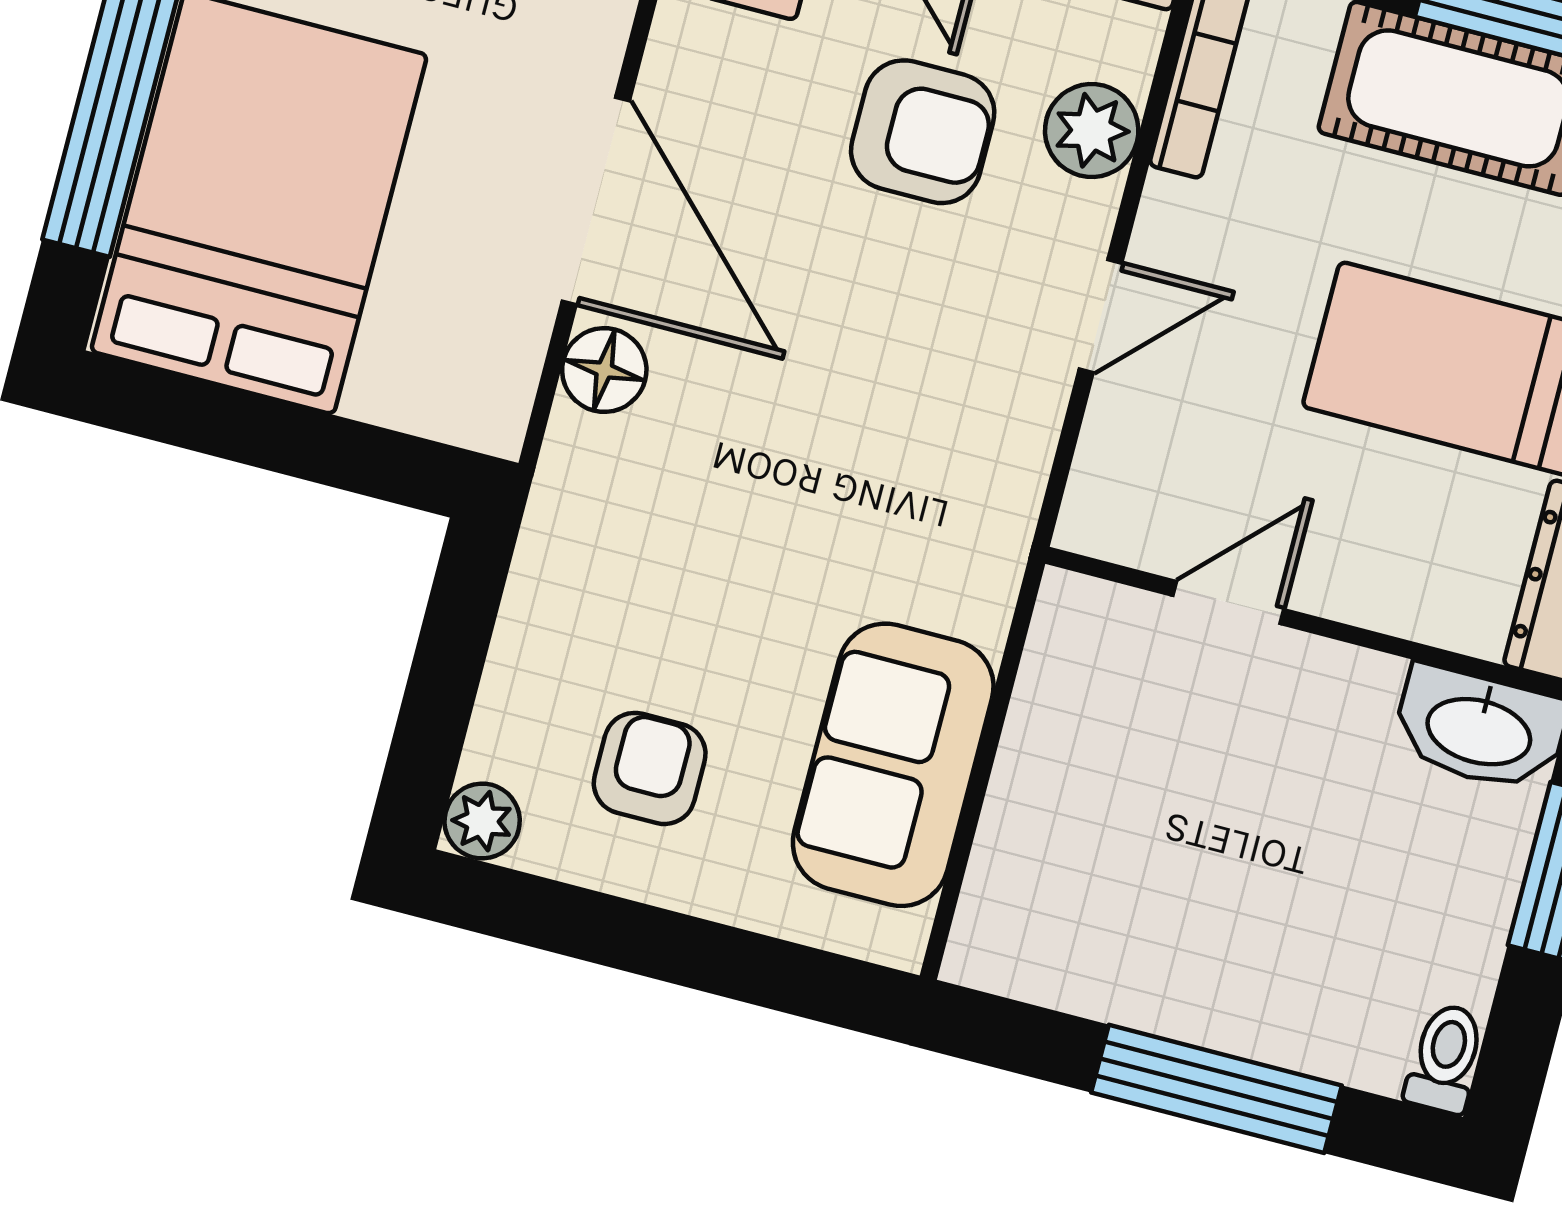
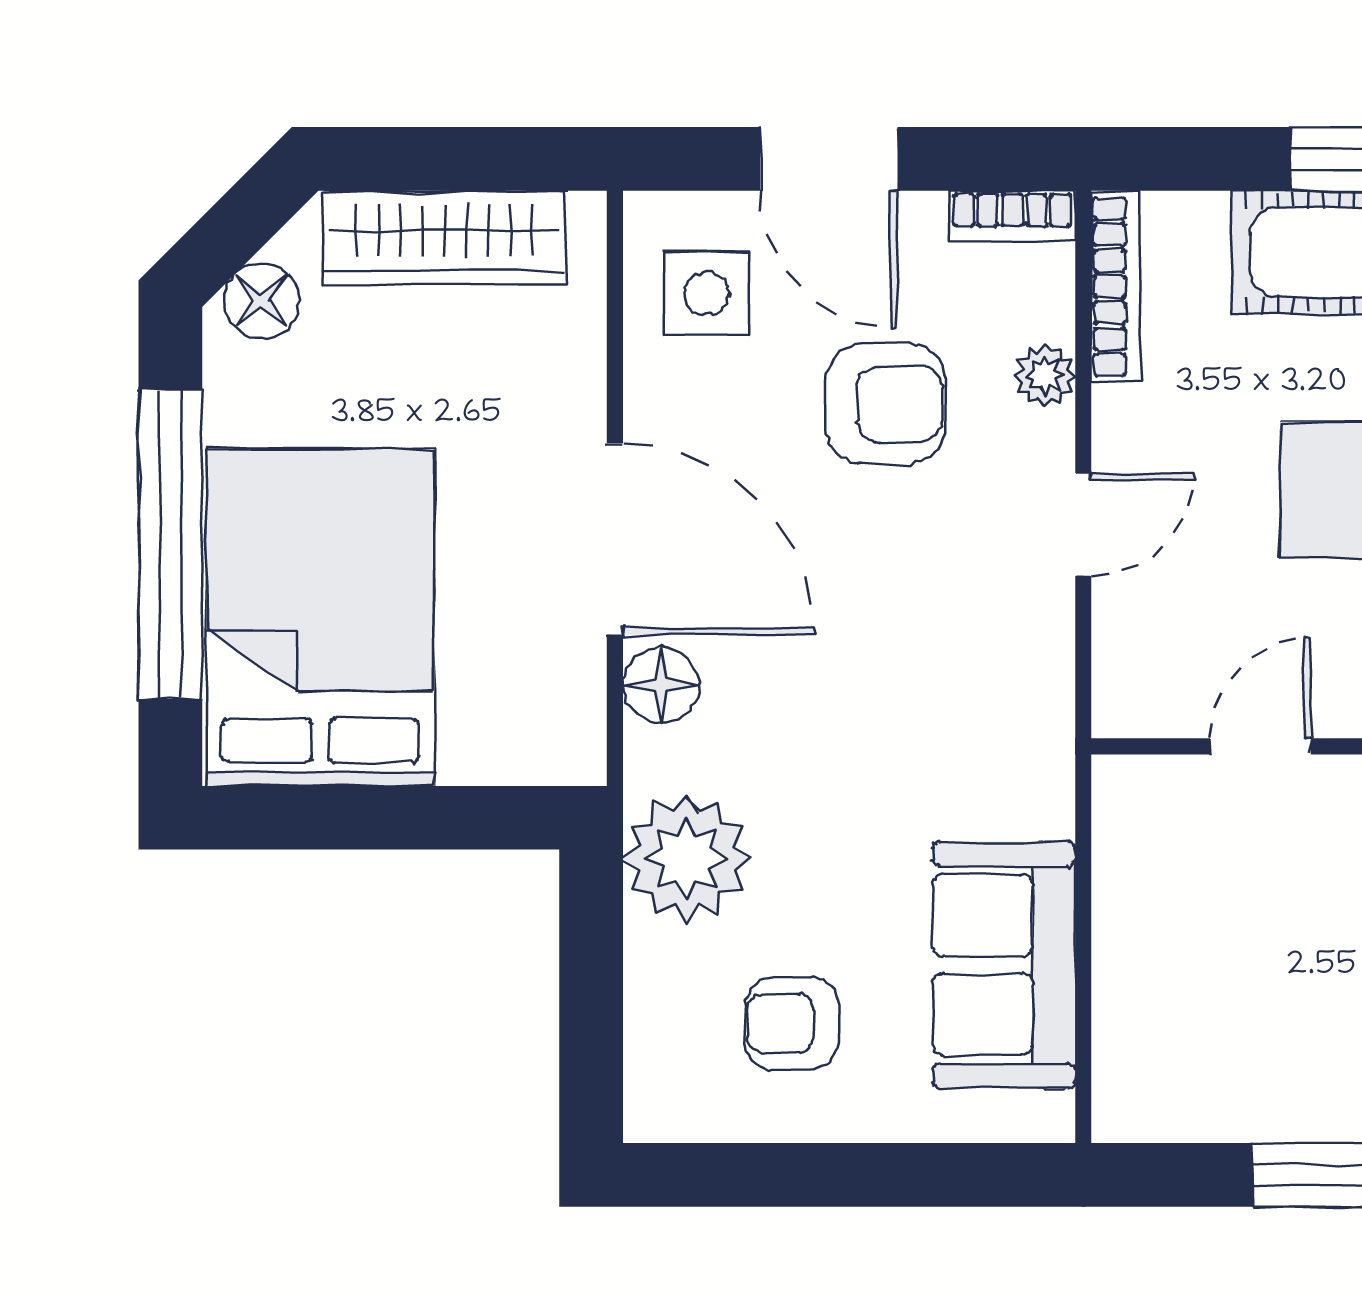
plant: (1092, 130) -> (1045, 376), width x0.73, depth x0.73
armchair: (650, 768) -> (791, 1024), turned -90
plant: (482, 821) -> (687, 858), moved, width x1.88, depth x1.88

